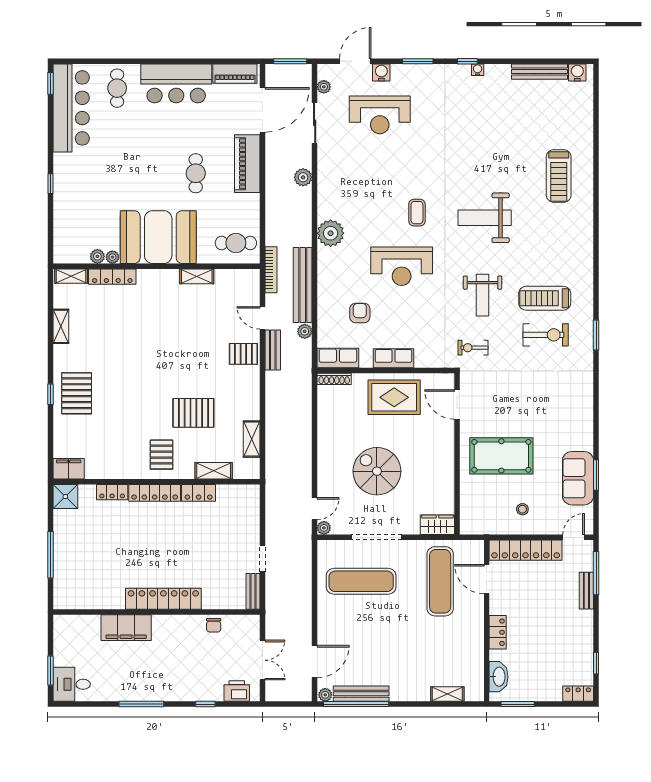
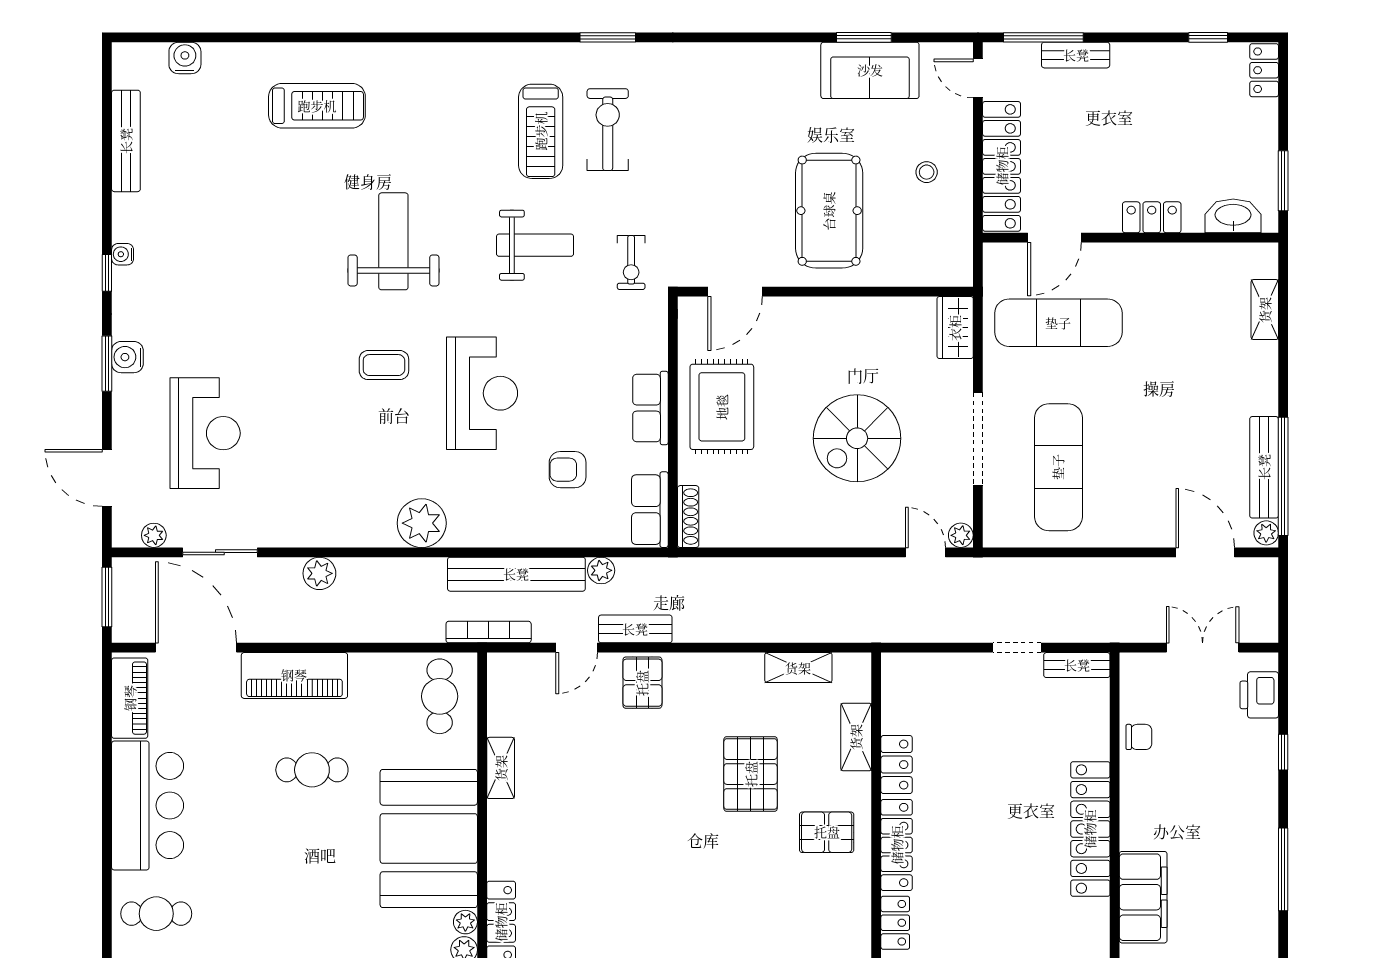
water cooler: (381, 72) -> (127, 357), moved
water cooler: (577, 72) -> (185, 58), moved, turned 90
weight bench: (485, 218) -> (393, 241), turned 180

